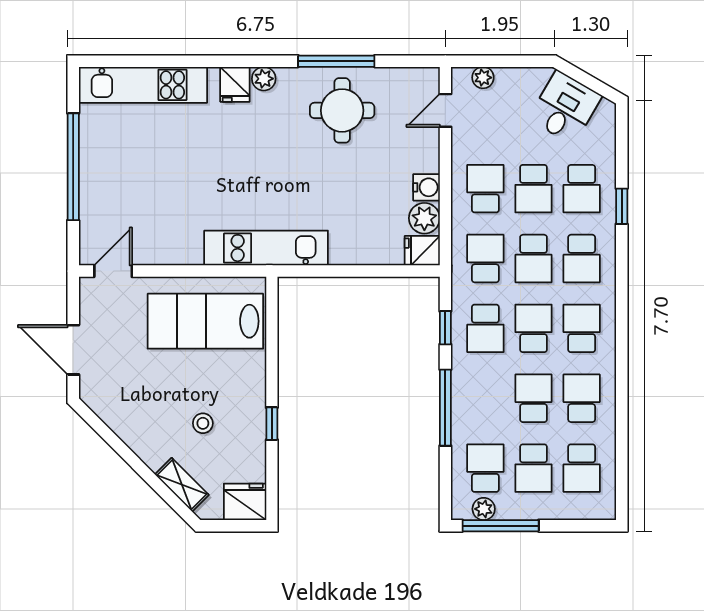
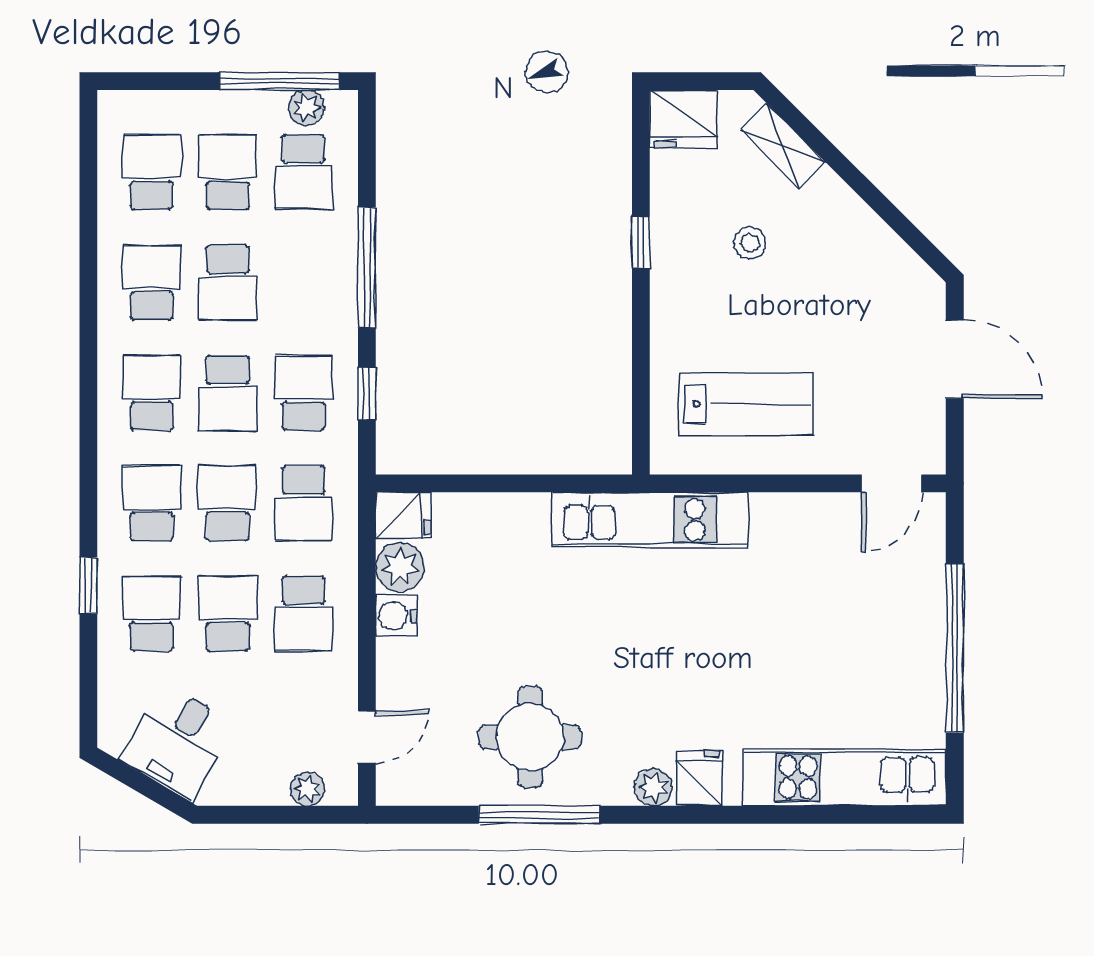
lab bench: (205, 321) -> (746, 404), width x0.73, depth x0.72
school desk: (582, 328) -> (152, 393), turned 180
school desk: (582, 398) -> (152, 282), turned 180

